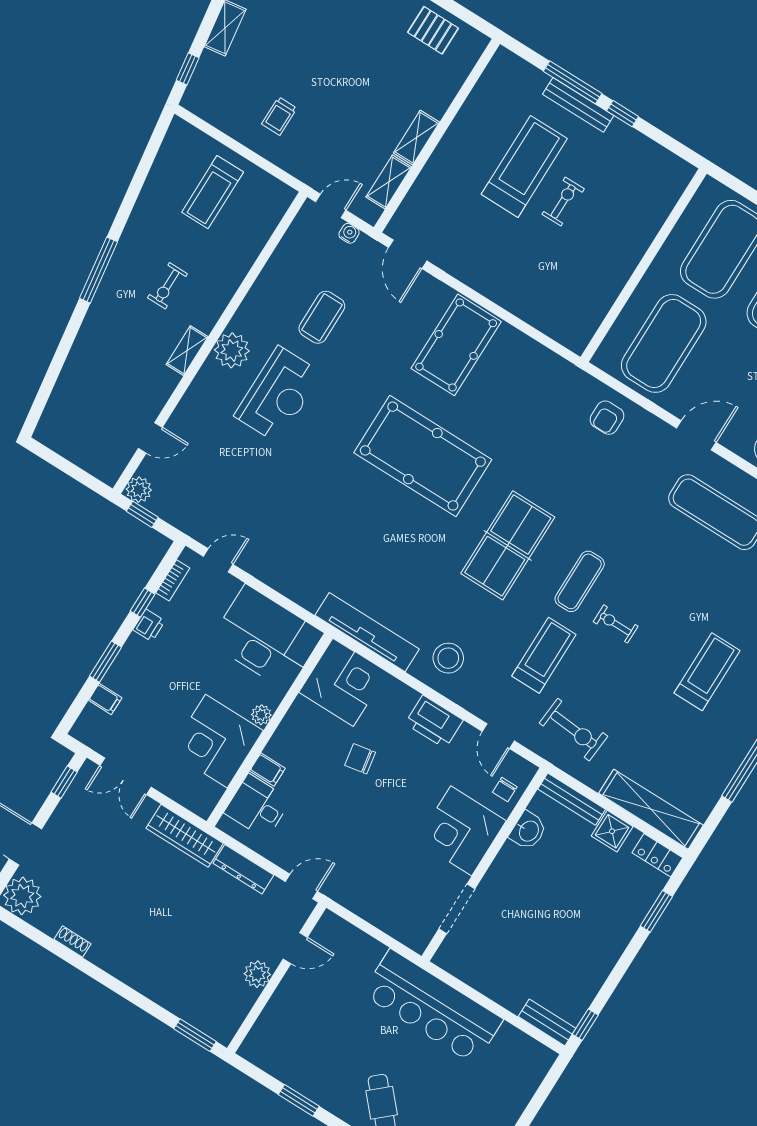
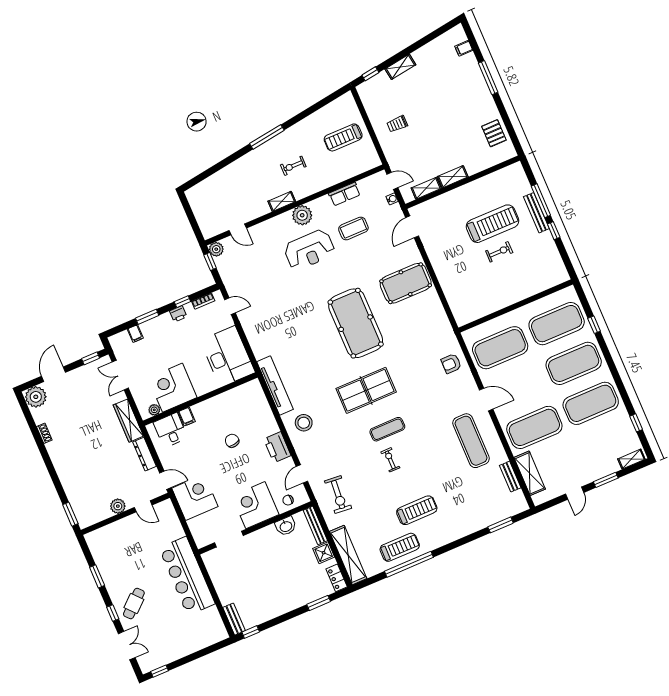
row of seats: (273, 275) -> (345, 194), added
treadmill: (544, 655) -> (400, 547), moved
corner desk: (343, 682) -> (195, 497), moved, turned -90
plant: (261, 715) -> (154, 410), moved

